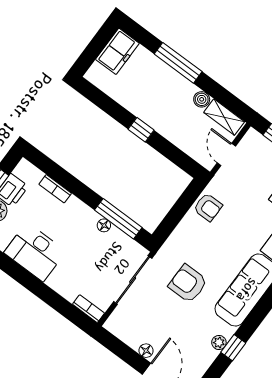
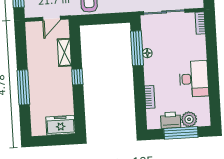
freezer: (117, 51) -> (61, 125), moved
boiler: (202, 99) -> (33, 57), removed
shelving: (224, 117) -> (64, 52), moved

